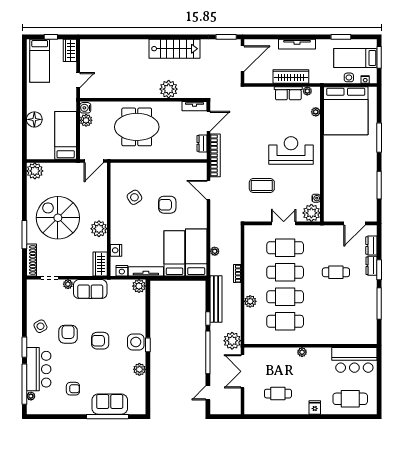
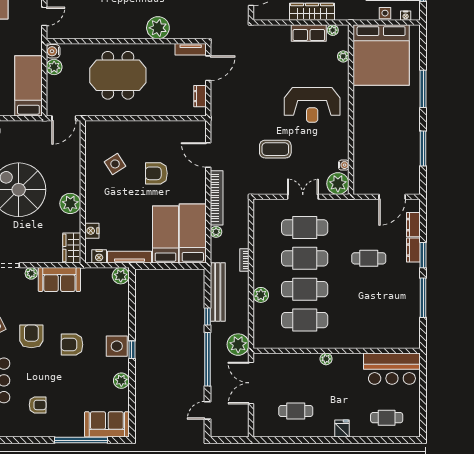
reception desk: (291, 150) -> (312, 105), turned 180
bookcase: (215, 155) -> (217, 198), moved
cafe table: (350, 399) -> (387, 418), width x0.73, depth x0.74
sofa: (110, 404) -> (107, 424), moved

